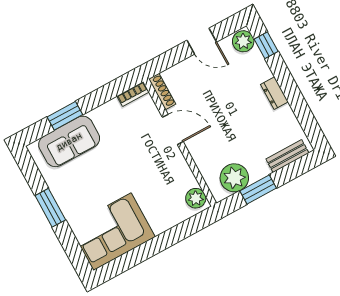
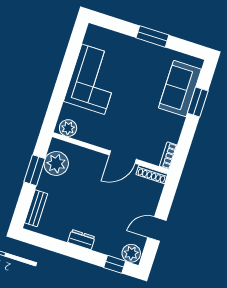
corner sofa: (112, 232) -> (93, 79), moved

